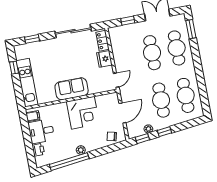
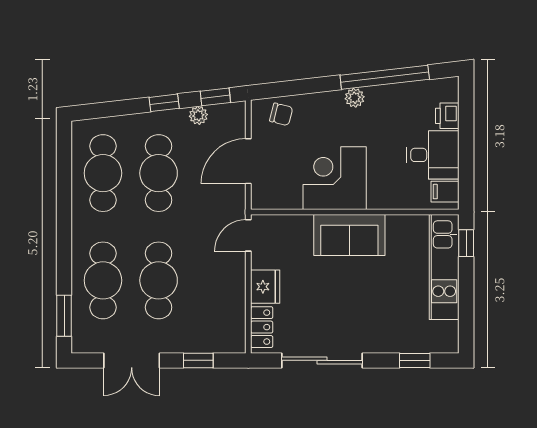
window: (14, 68) -> (466, 243), moved

